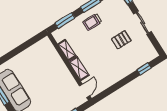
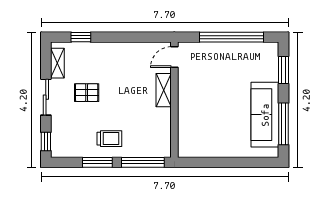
window: (65, 21) -> (143, 162), width x1.44
shelving: (67, 50) -> (57, 63), moved

